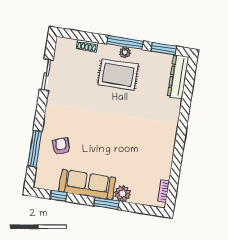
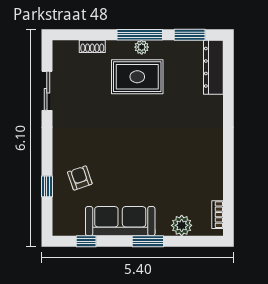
window: (35, 149) -> (47, 186), width x0.46
plant: (123, 193) -> (182, 225), moved

